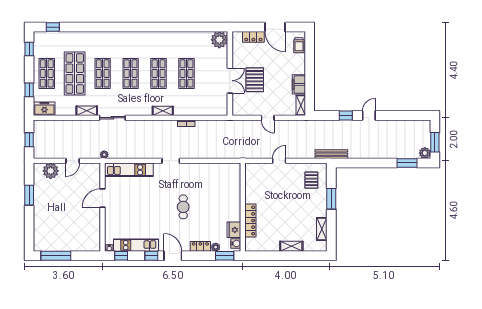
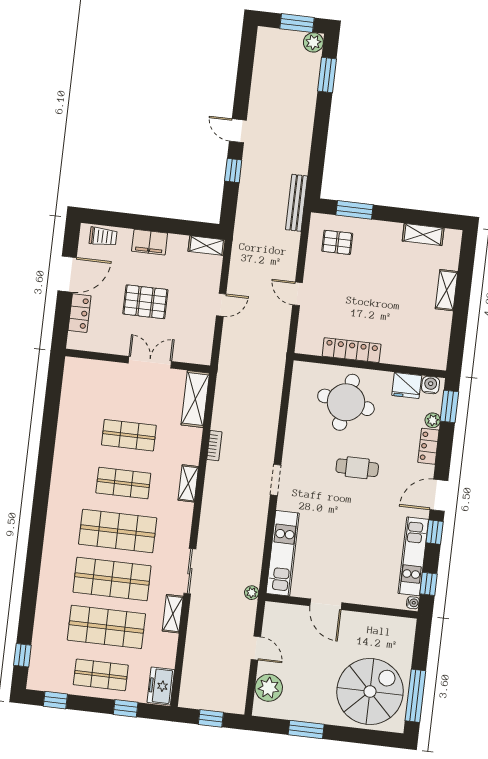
plant: (219, 40) -> (78, 372), removed
shop shelf: (103, 73) -> (112, 579), width x1.43, depth x1.36
shop shelf: (131, 73) -> (118, 531), width x1.43, depth x1.36
pallet: (255, 80) -> (145, 302), moved
filing cabinet: (299, 84) -> (150, 242), moved
shelving: (212, 109) -> (195, 399), added
round table: (220, 196) -> (346, 402), added
window: (331, 199) -> (354, 210), moved
locker: (250, 221) -> (352, 350), moved
spiral stairs: (55, 229) -> (370, 691), added

